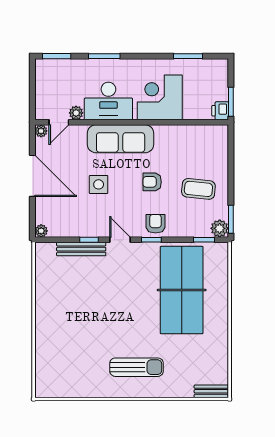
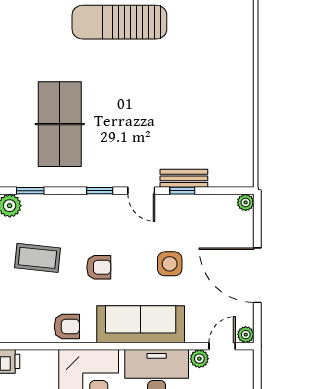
armchair: (155, 224) -> (67, 326), moved, turned -90
bench: (81, 249) -> (184, 178), width x0.73
table tennis table: (182, 290) -> (60, 124), width x0.73, depth x0.76
sun lounger: (137, 367) -> (119, 22), width x1.36, depth x1.34

